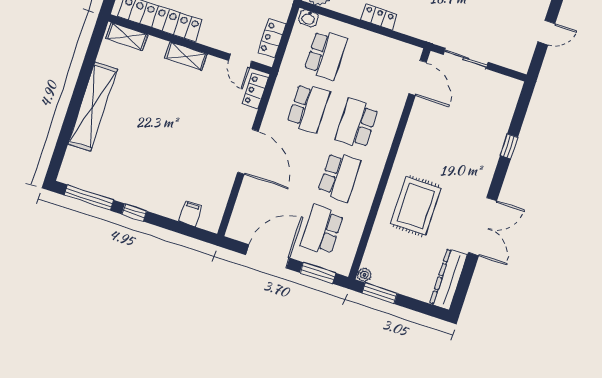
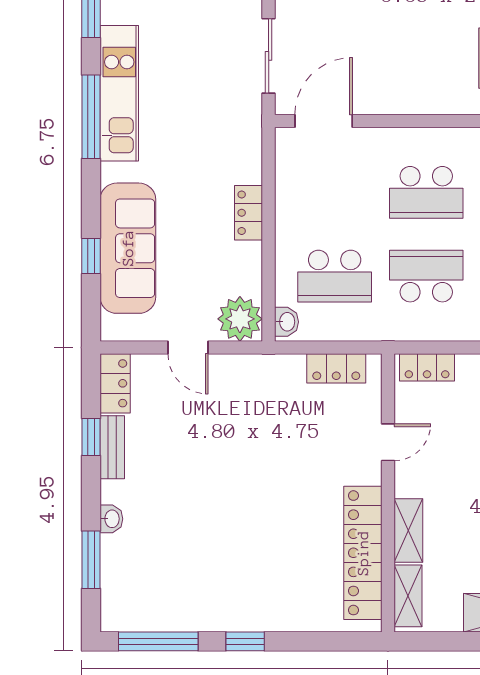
school desk: (326, 55) -> (335, 276), turned 180
shelving: (186, 56) -> (408, 530), moved
door: (240, 61) -> (388, 442), moved

